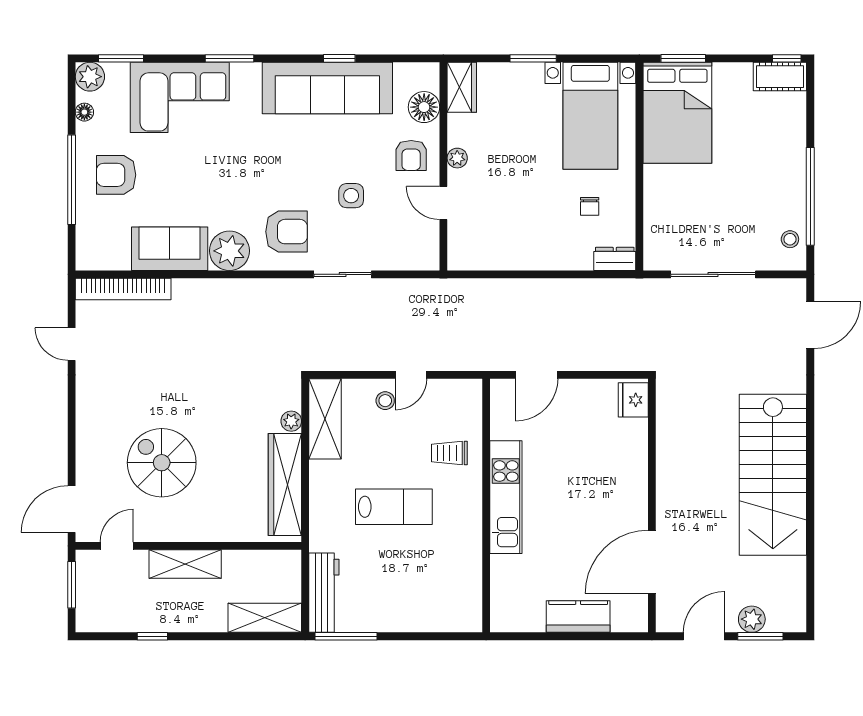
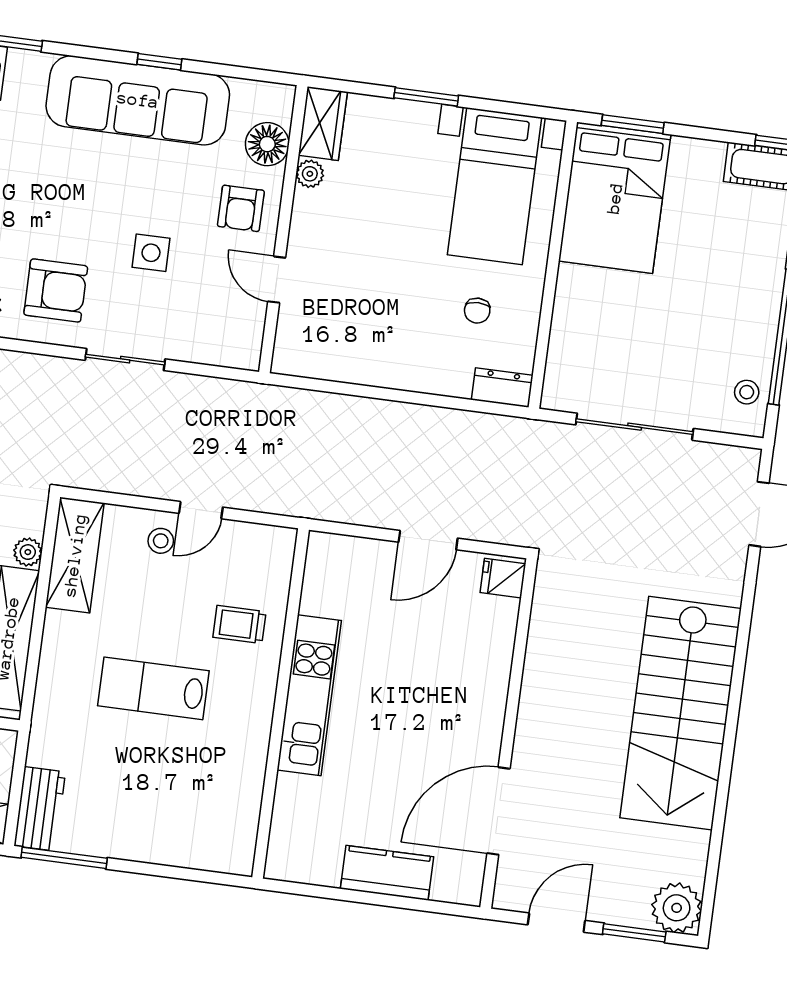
plant: (457, 158) -> (310, 174), moved
door: (537, 375) -> (428, 540), moved
fridge: (633, 400) -> (503, 578), width x0.72
lab bench: (394, 507) -> (153, 688), turned 180
workbench: (324, 593) -> (40, 809), width x0.73
plant: (752, 619) -> (677, 908), moved, width x1.36, depth x1.36

